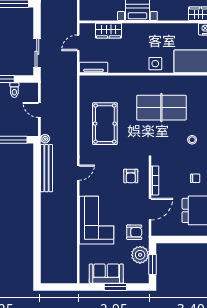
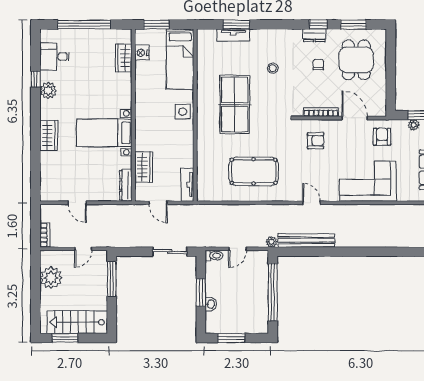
dresser: (93, 16) -> (126, 185), added
toilet: (14, 90) -> (214, 256), moved
plant: (140, 255) -> (414, 125), width x0.53, depth x0.53

